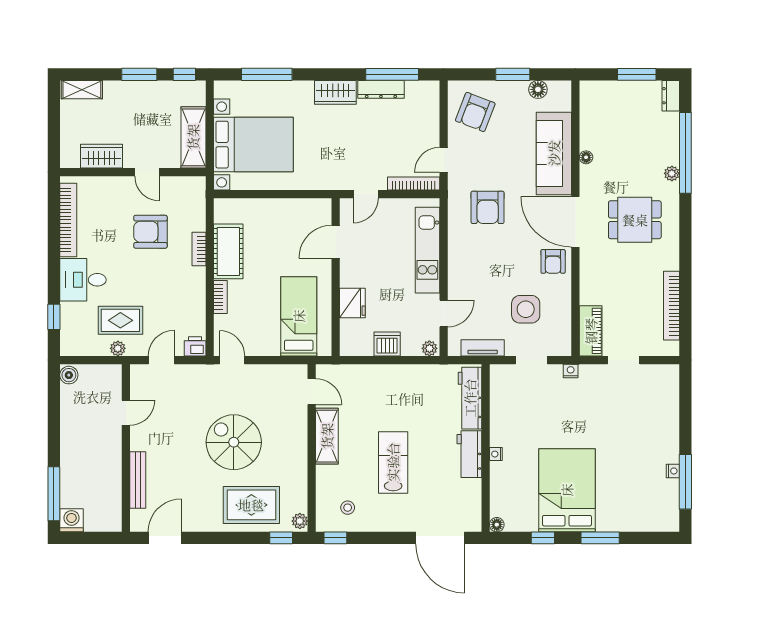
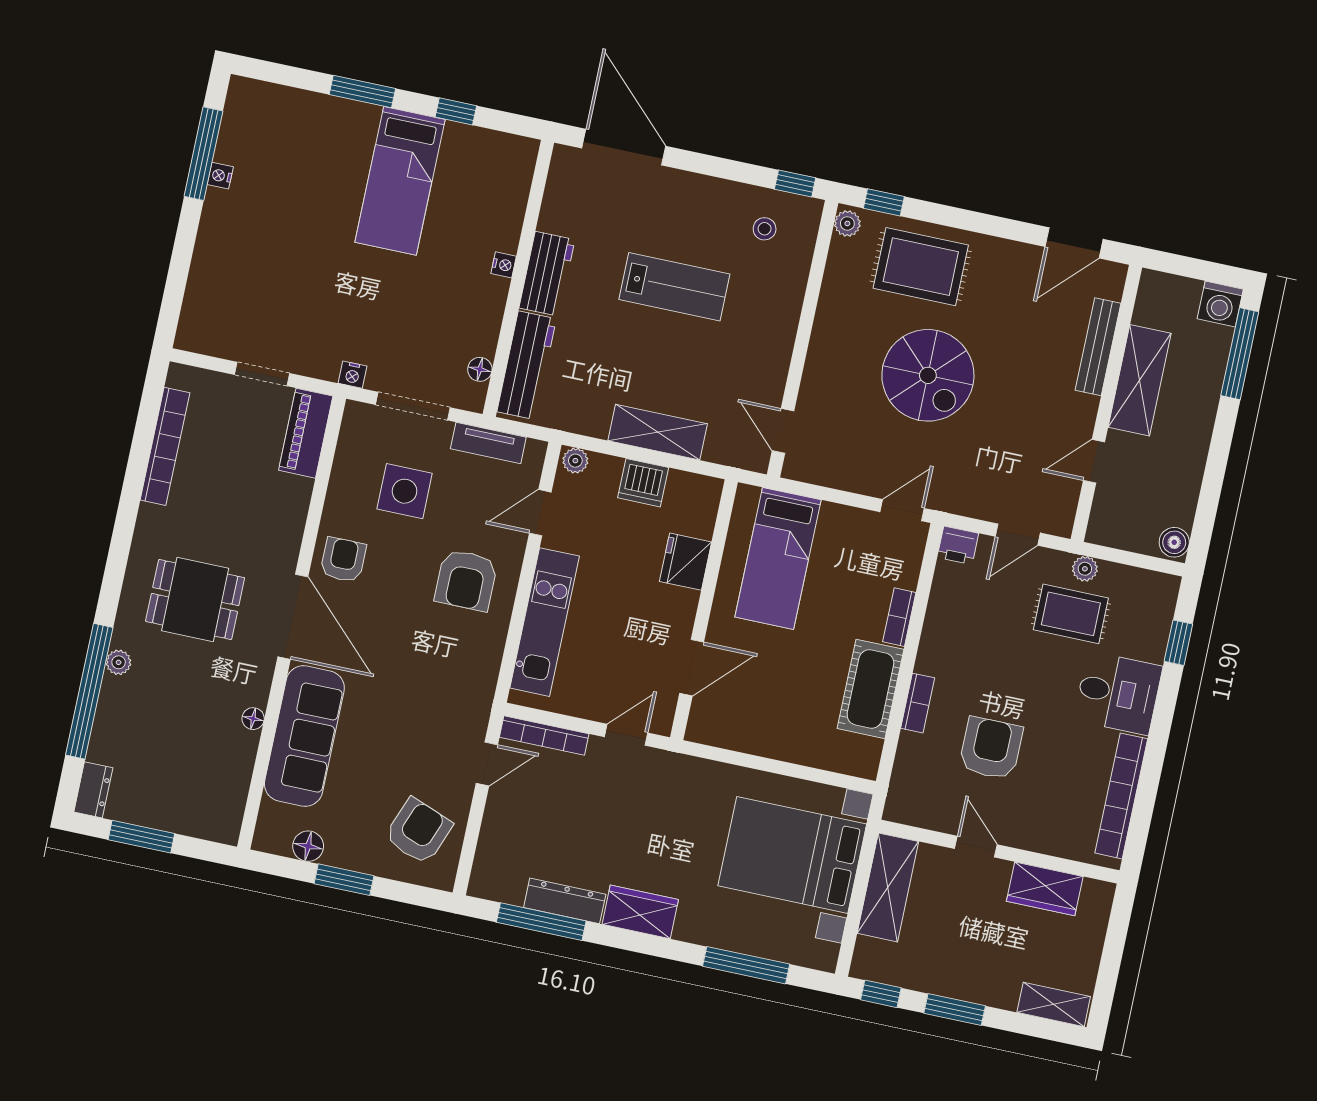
armchair: (488, 207) -> (466, 580), moved, turned 180
armchair: (150, 232) -> (991, 748), turned -90
door: (232, 360) -> (902, 510), swing flipped
doorway: (531, 360) -> (413, 406), width x1.38
shelving: (327, 436) -> (658, 432), moved, turned 90
lab bench: (393, 462) -> (674, 287), turned -90
shelving: (109, 466) -> (1140, 380), added
bed: (567, 490) -> (400, 181), width x0.67
floor lamp: (497, 525) -> (480, 369), moved

